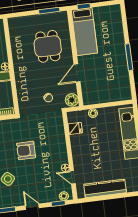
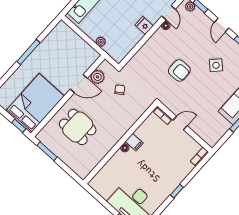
bed: (84, 32) -> (35, 103), width x1.50
dining table: (48, 46) -> (78, 127), turned 90
plant: (72, 100) -> (97, 77), moved
fridge: (75, 128) -> (144, 25), moved

